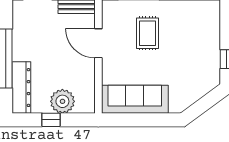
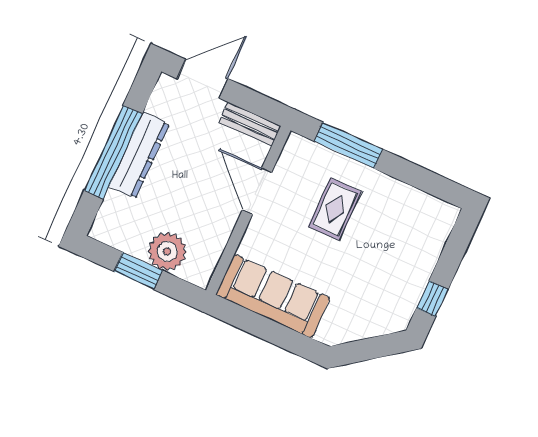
dresser: (21, 88) -> (139, 155), moved
window: (51, 120) -> (138, 271), width x1.50

